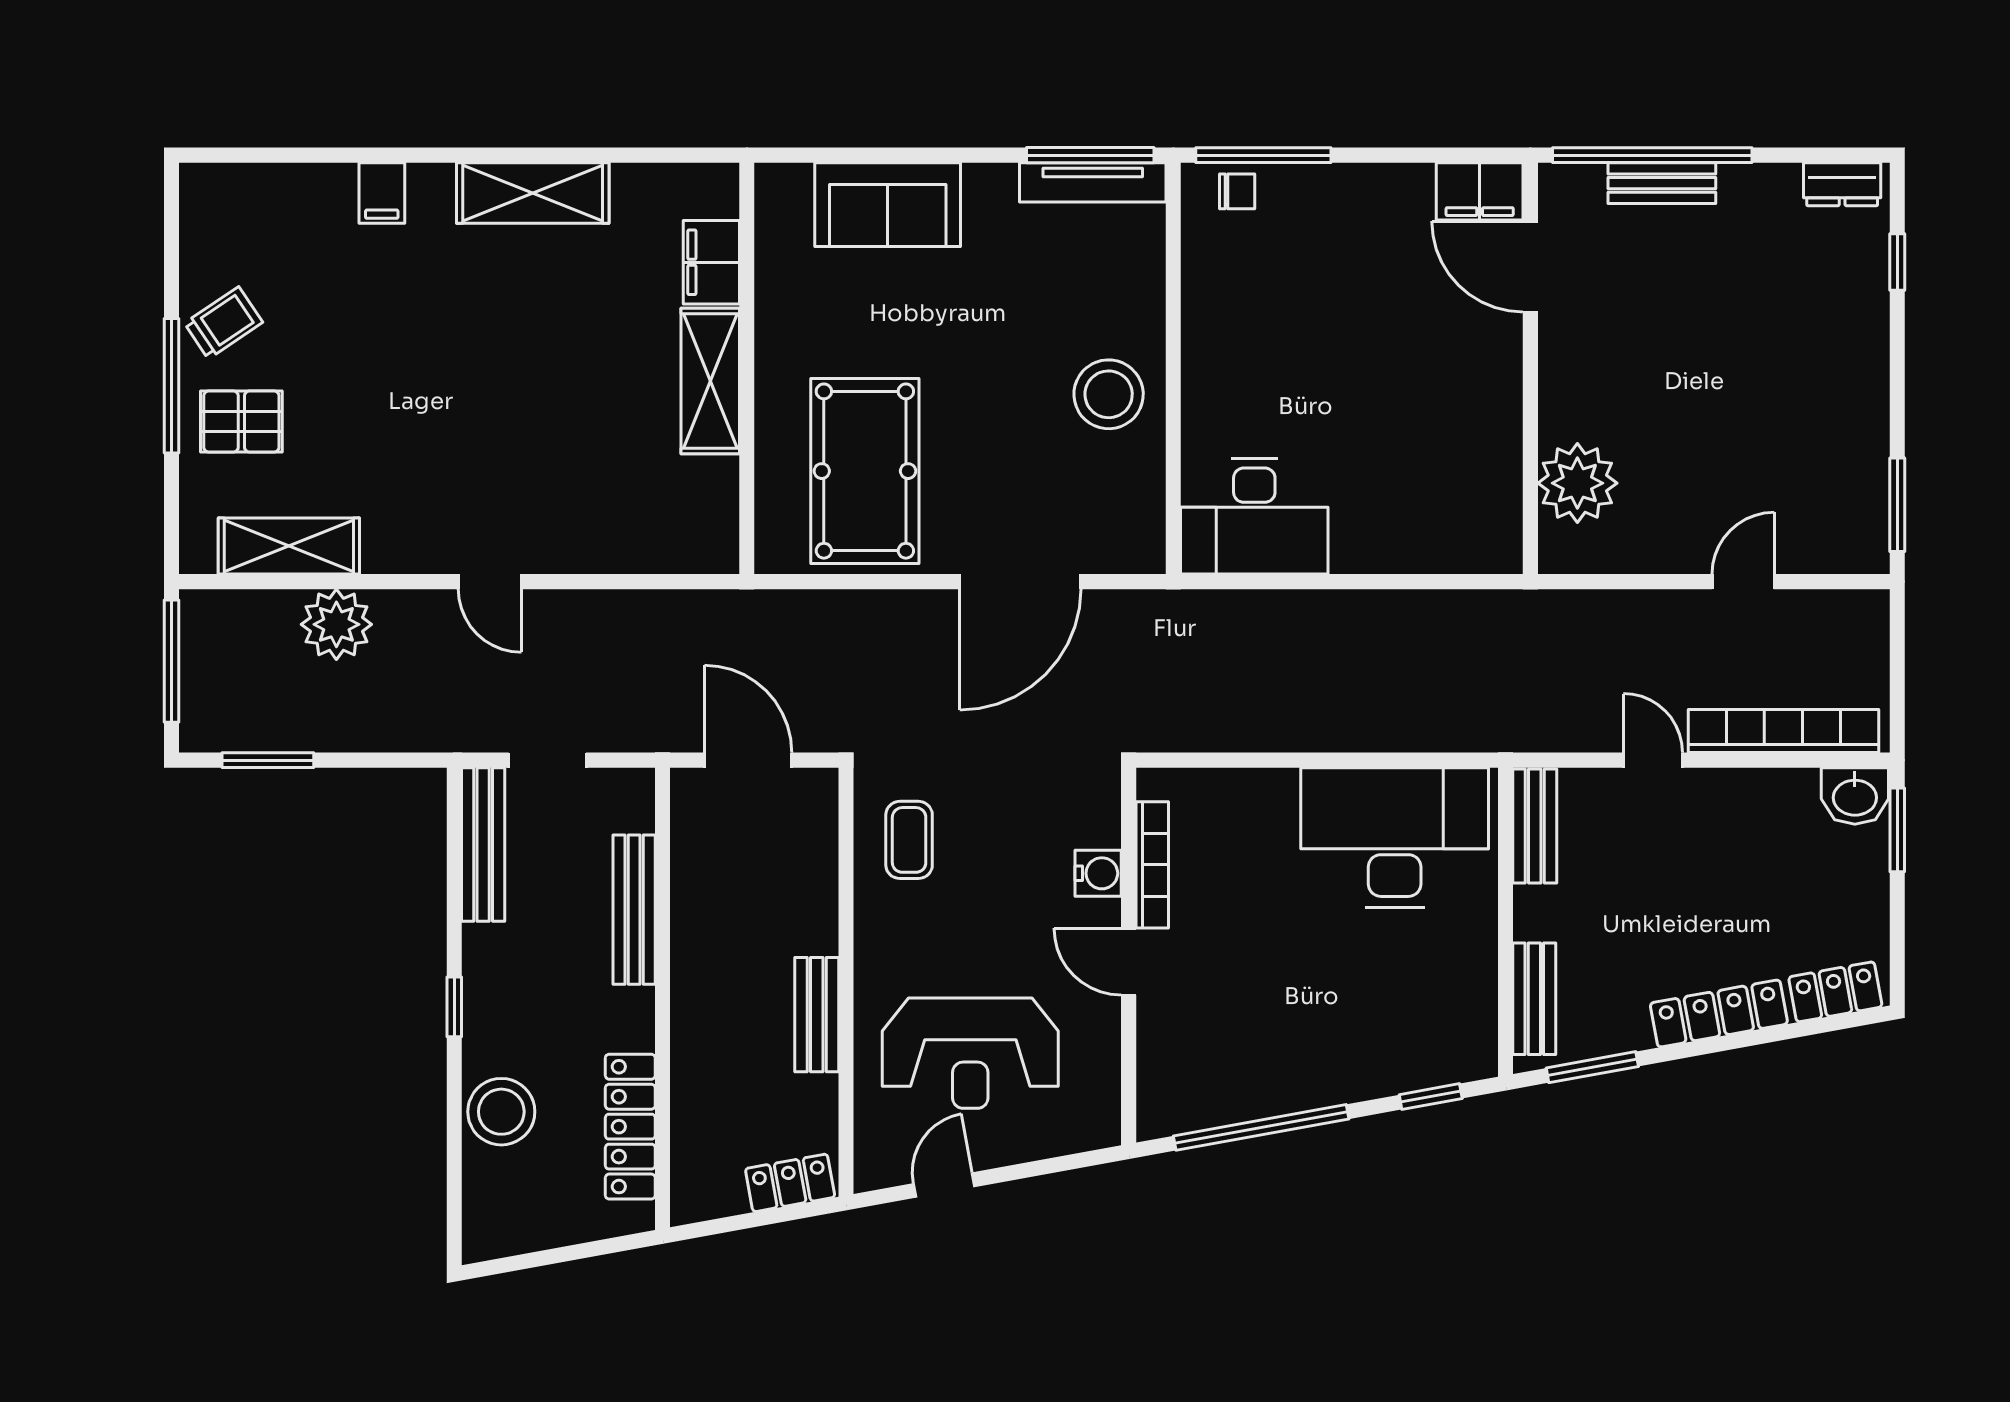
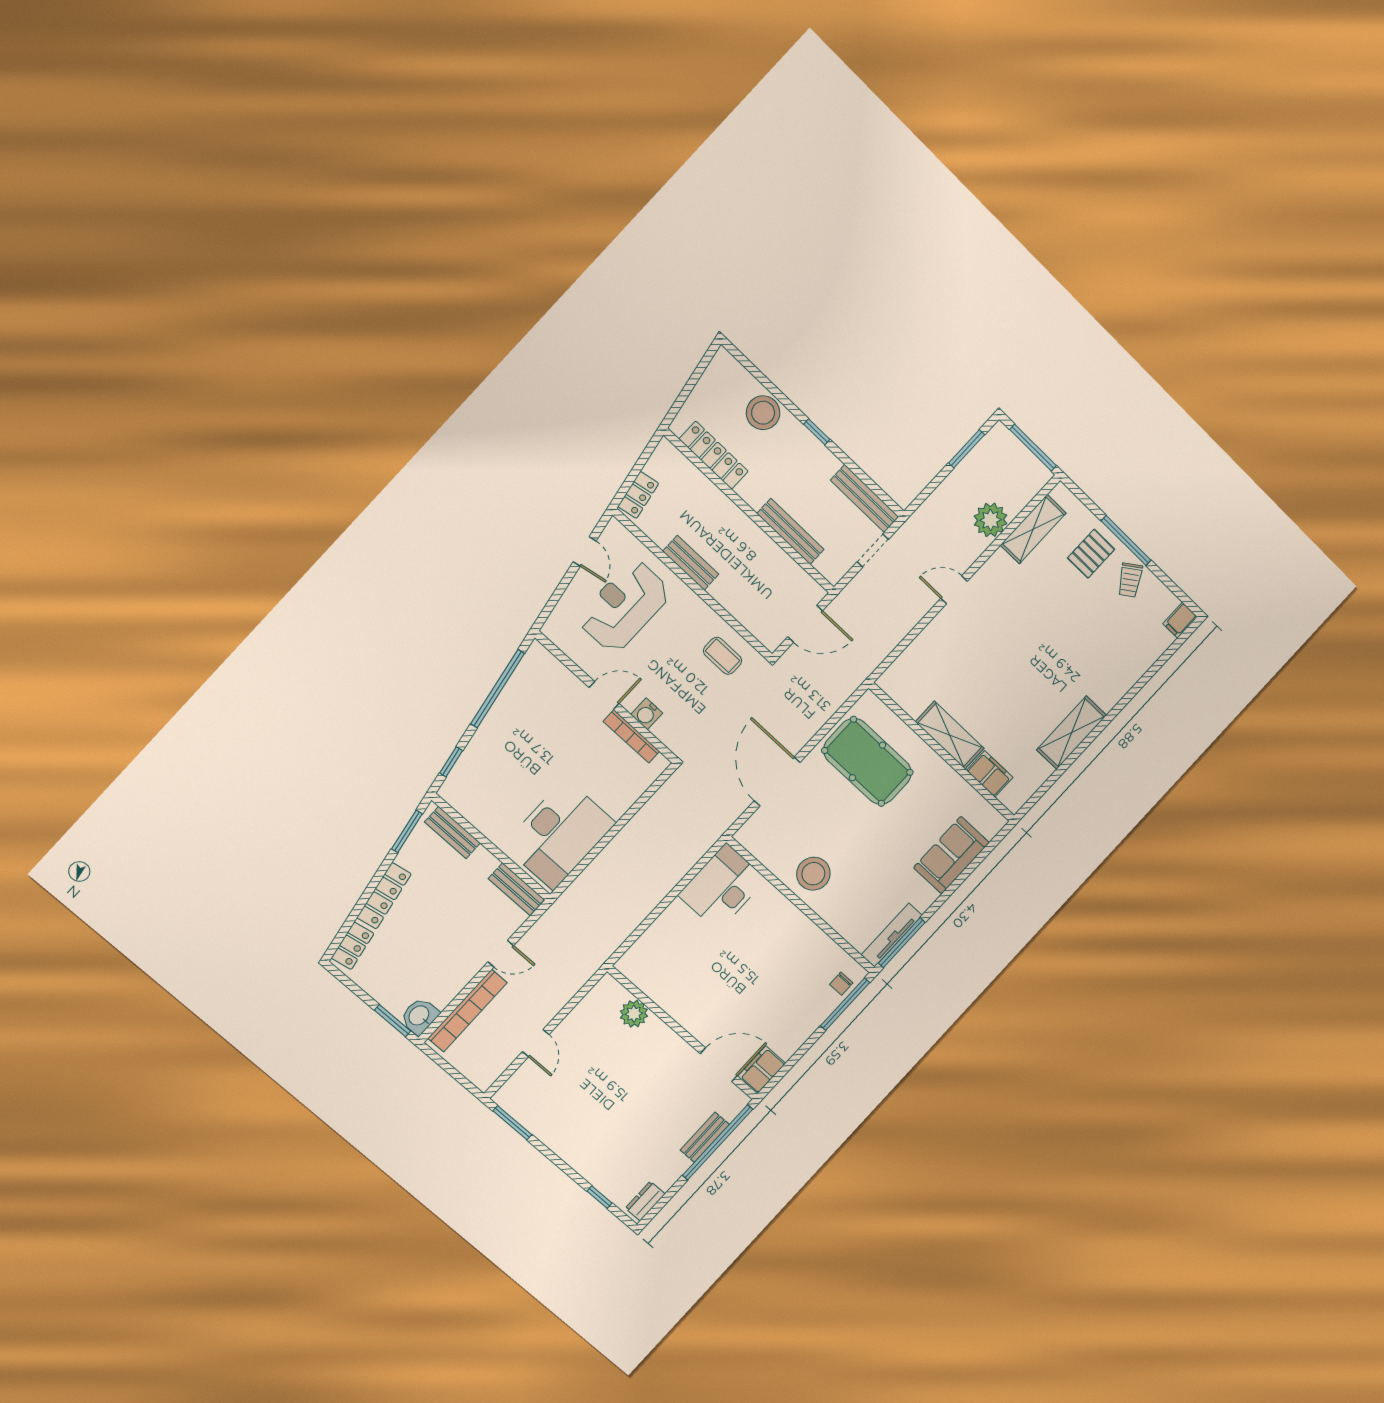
filing cabinet: (382, 193) -> (1180, 620), moved, turned -90
plant: (1577, 483) -> (634, 1014), width x0.73, depth x0.73

